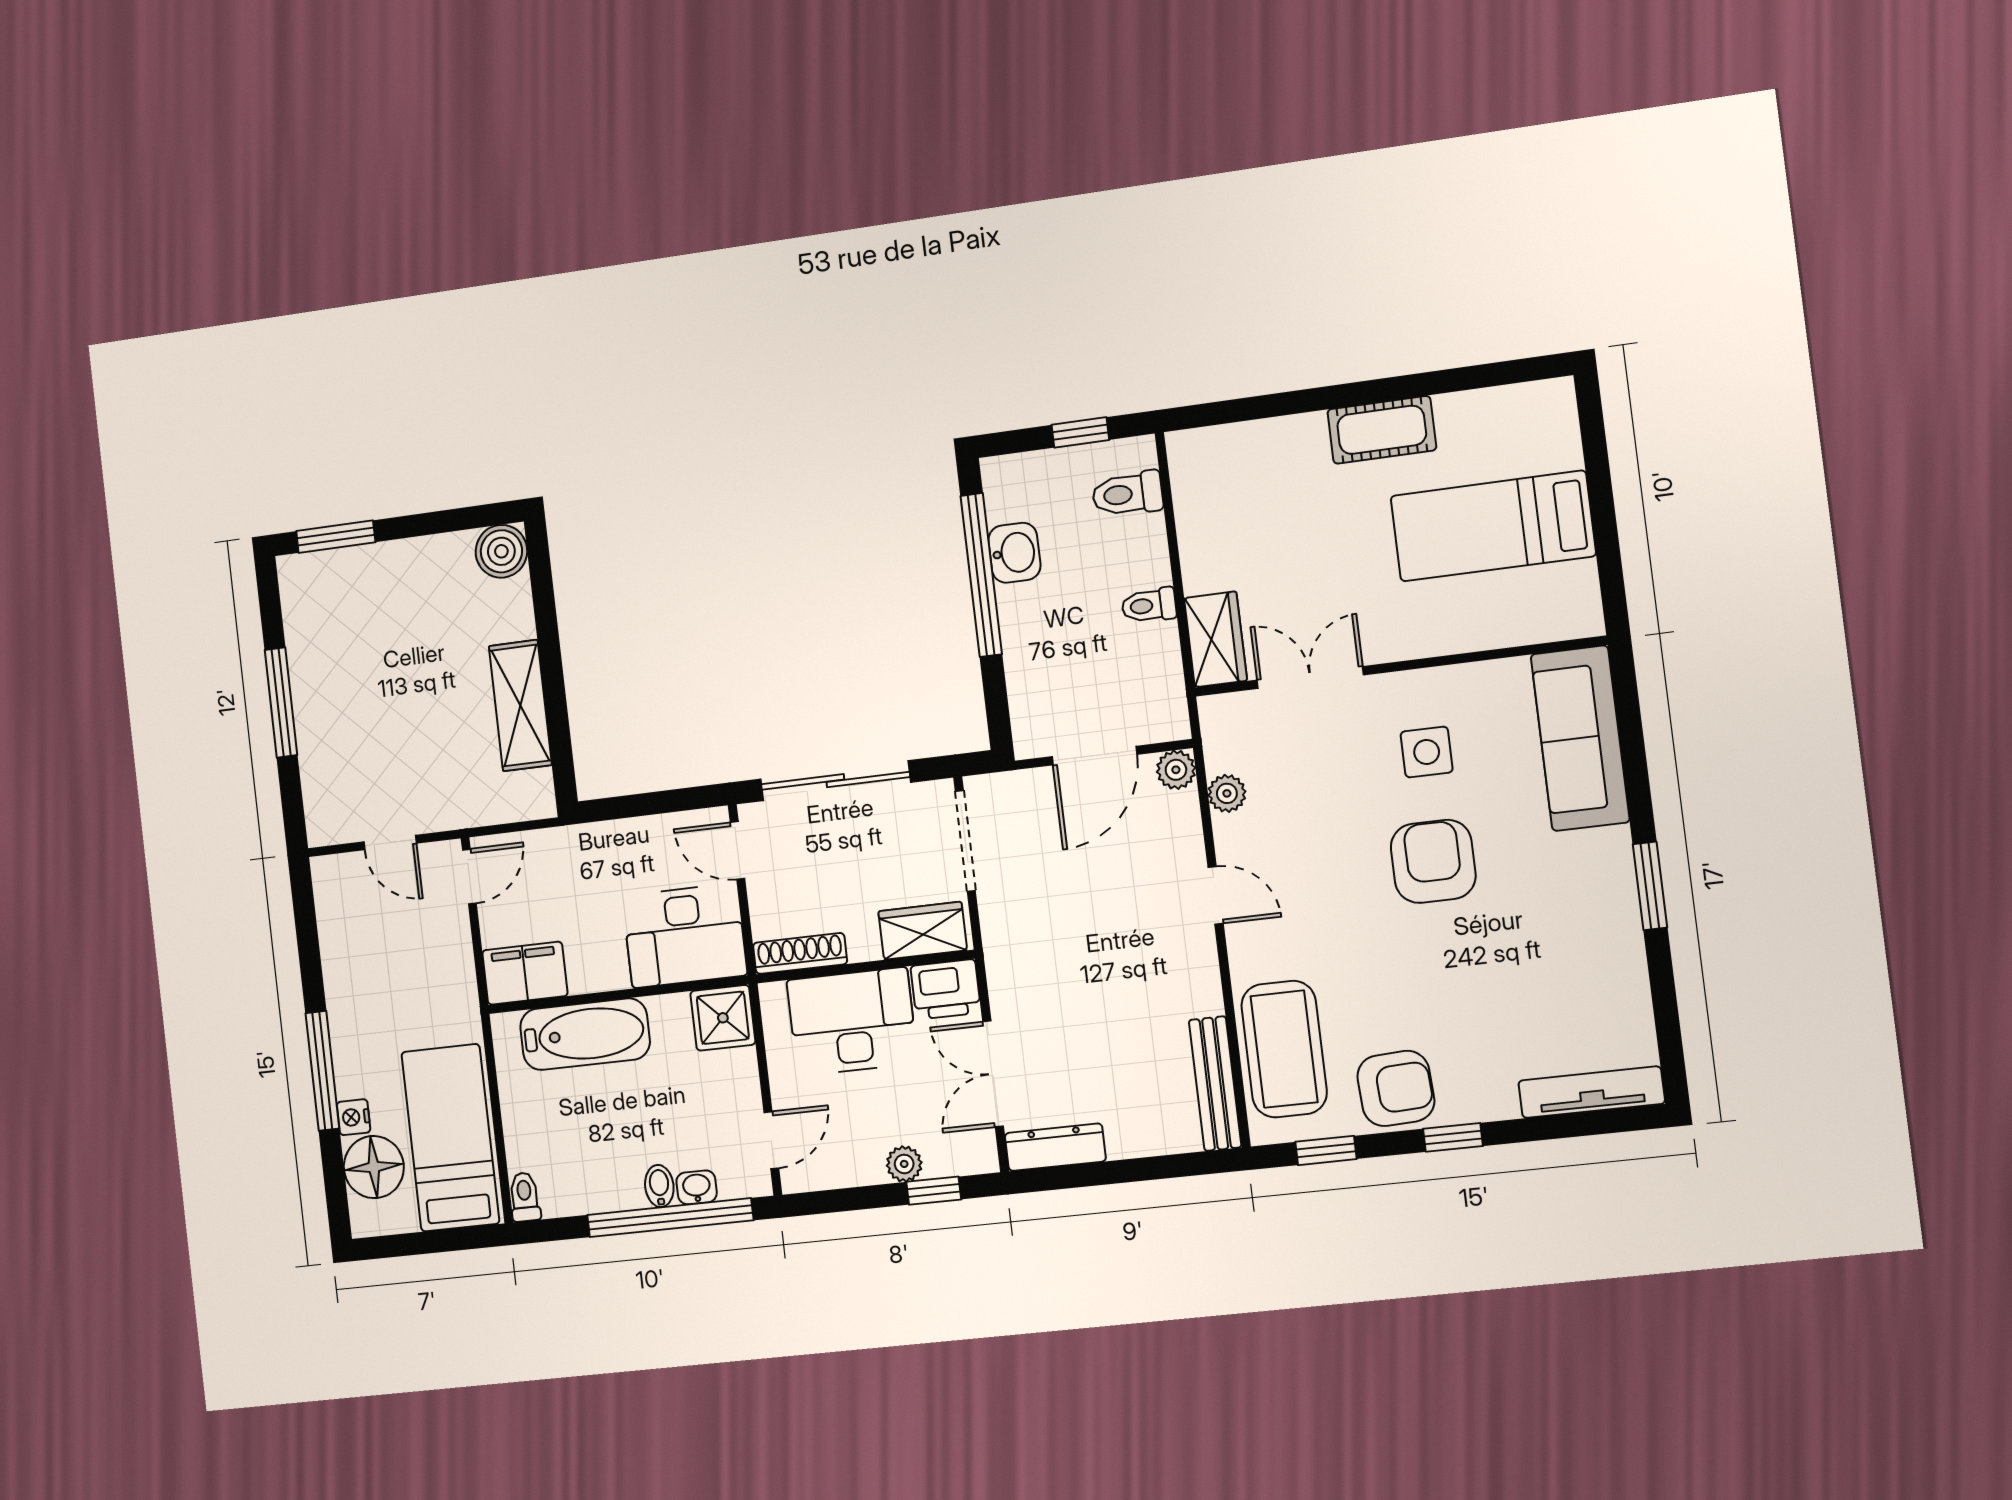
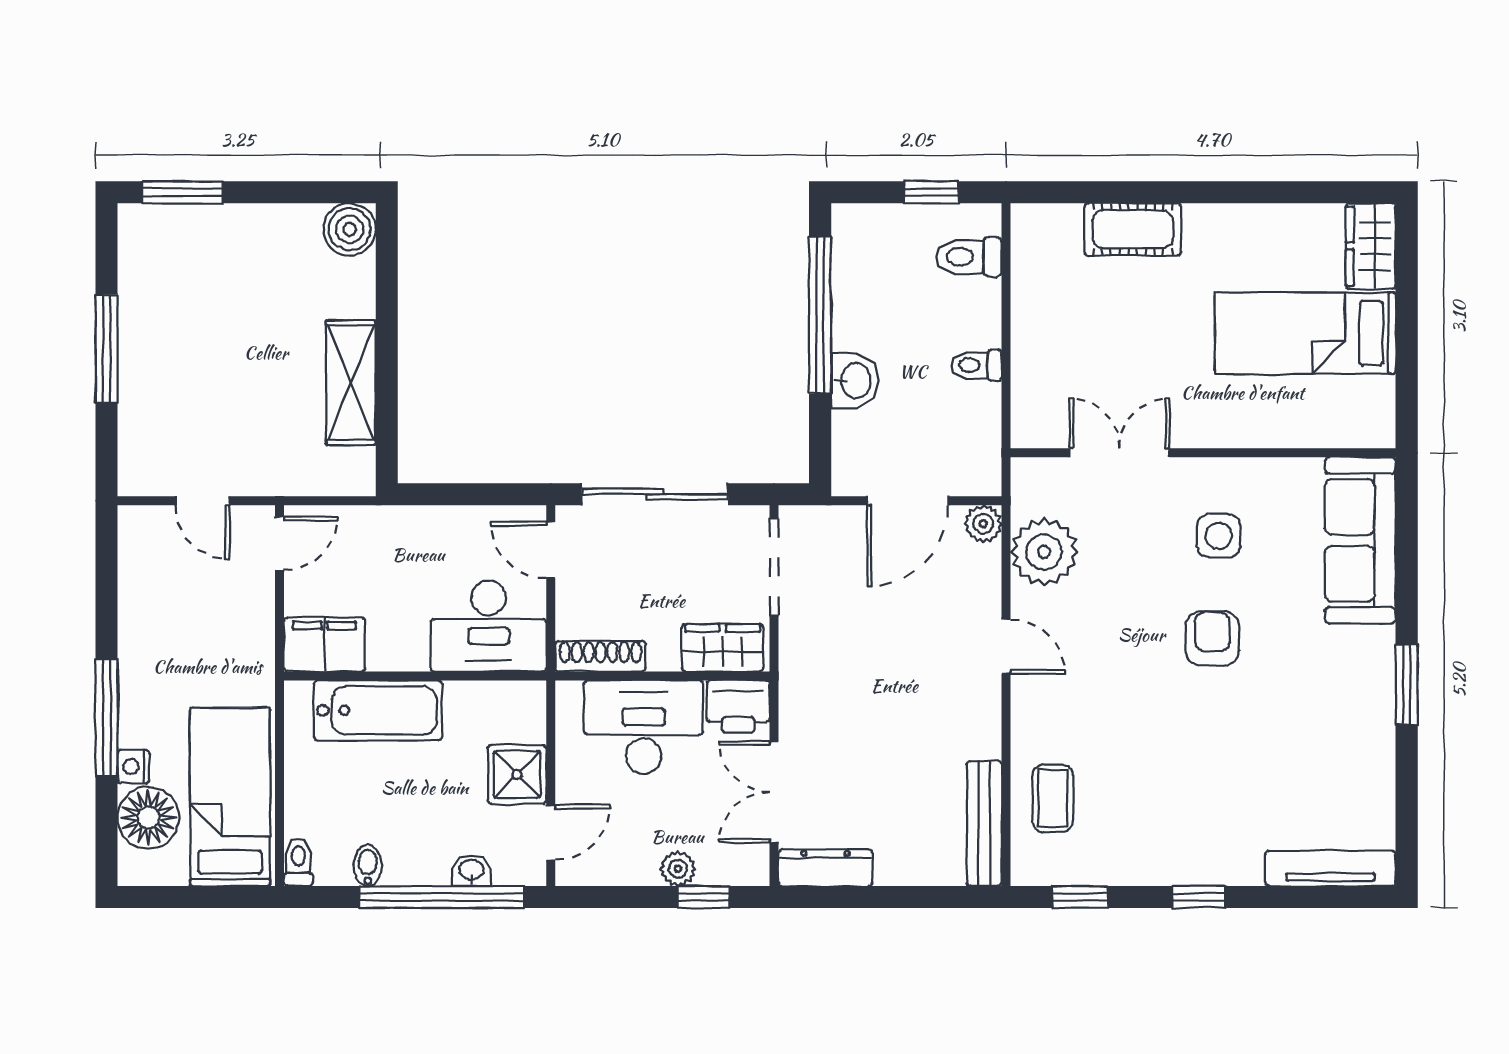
cot: (1382, 430) -> (1133, 229), moved
washbasin: (1014, 553) -> (855, 381), moved
wardrobe: (1216, 639) -> (1371, 246), moved, turned 180
plant: (1227, 793) -> (1044, 552), width x1.88, depth x1.88
armchair: (1433, 861) -> (1212, 638), width x0.72, depth x0.72
shower: (723, 1018) -> (517, 774), moved
coffee table: (1284, 1049) -> (1053, 798), width x0.54, depth x0.58
armchair: (1396, 1088) -> (1152, 846), removed
bidet: (659, 1186) -> (368, 865), moved

